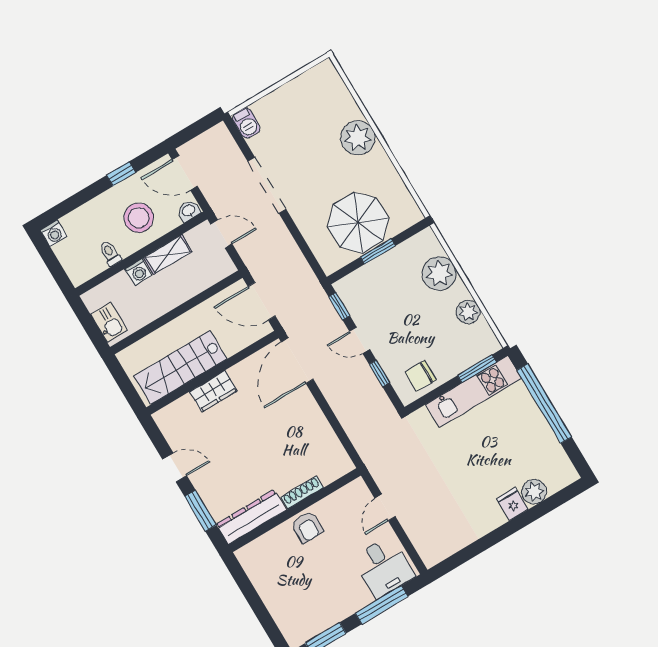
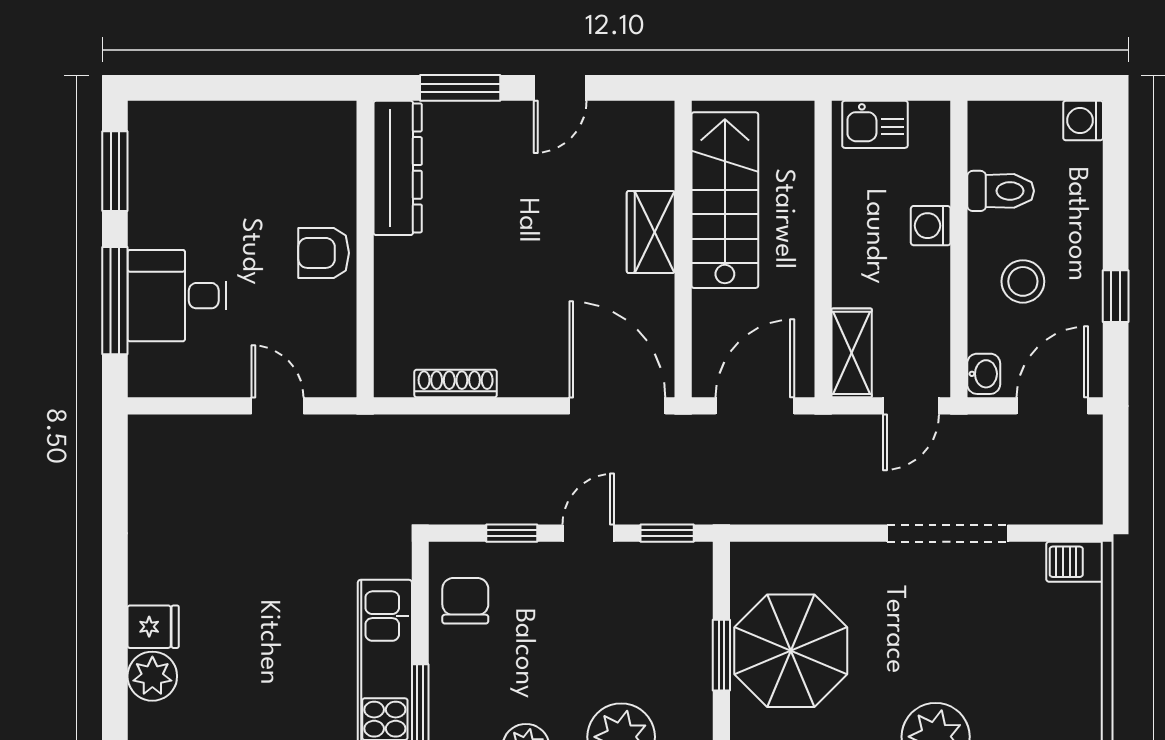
stool: (139, 218) -> (1023, 281), width x0.73, depth x0.73
toilet: (110, 253) -> (1001, 191), width x1.37, depth x1.39
shelving: (168, 255) -> (852, 353), moved
shoe rack: (302, 492) -> (456, 384), moved, turned -90
desk: (384, 567) -> (177, 296), moved

